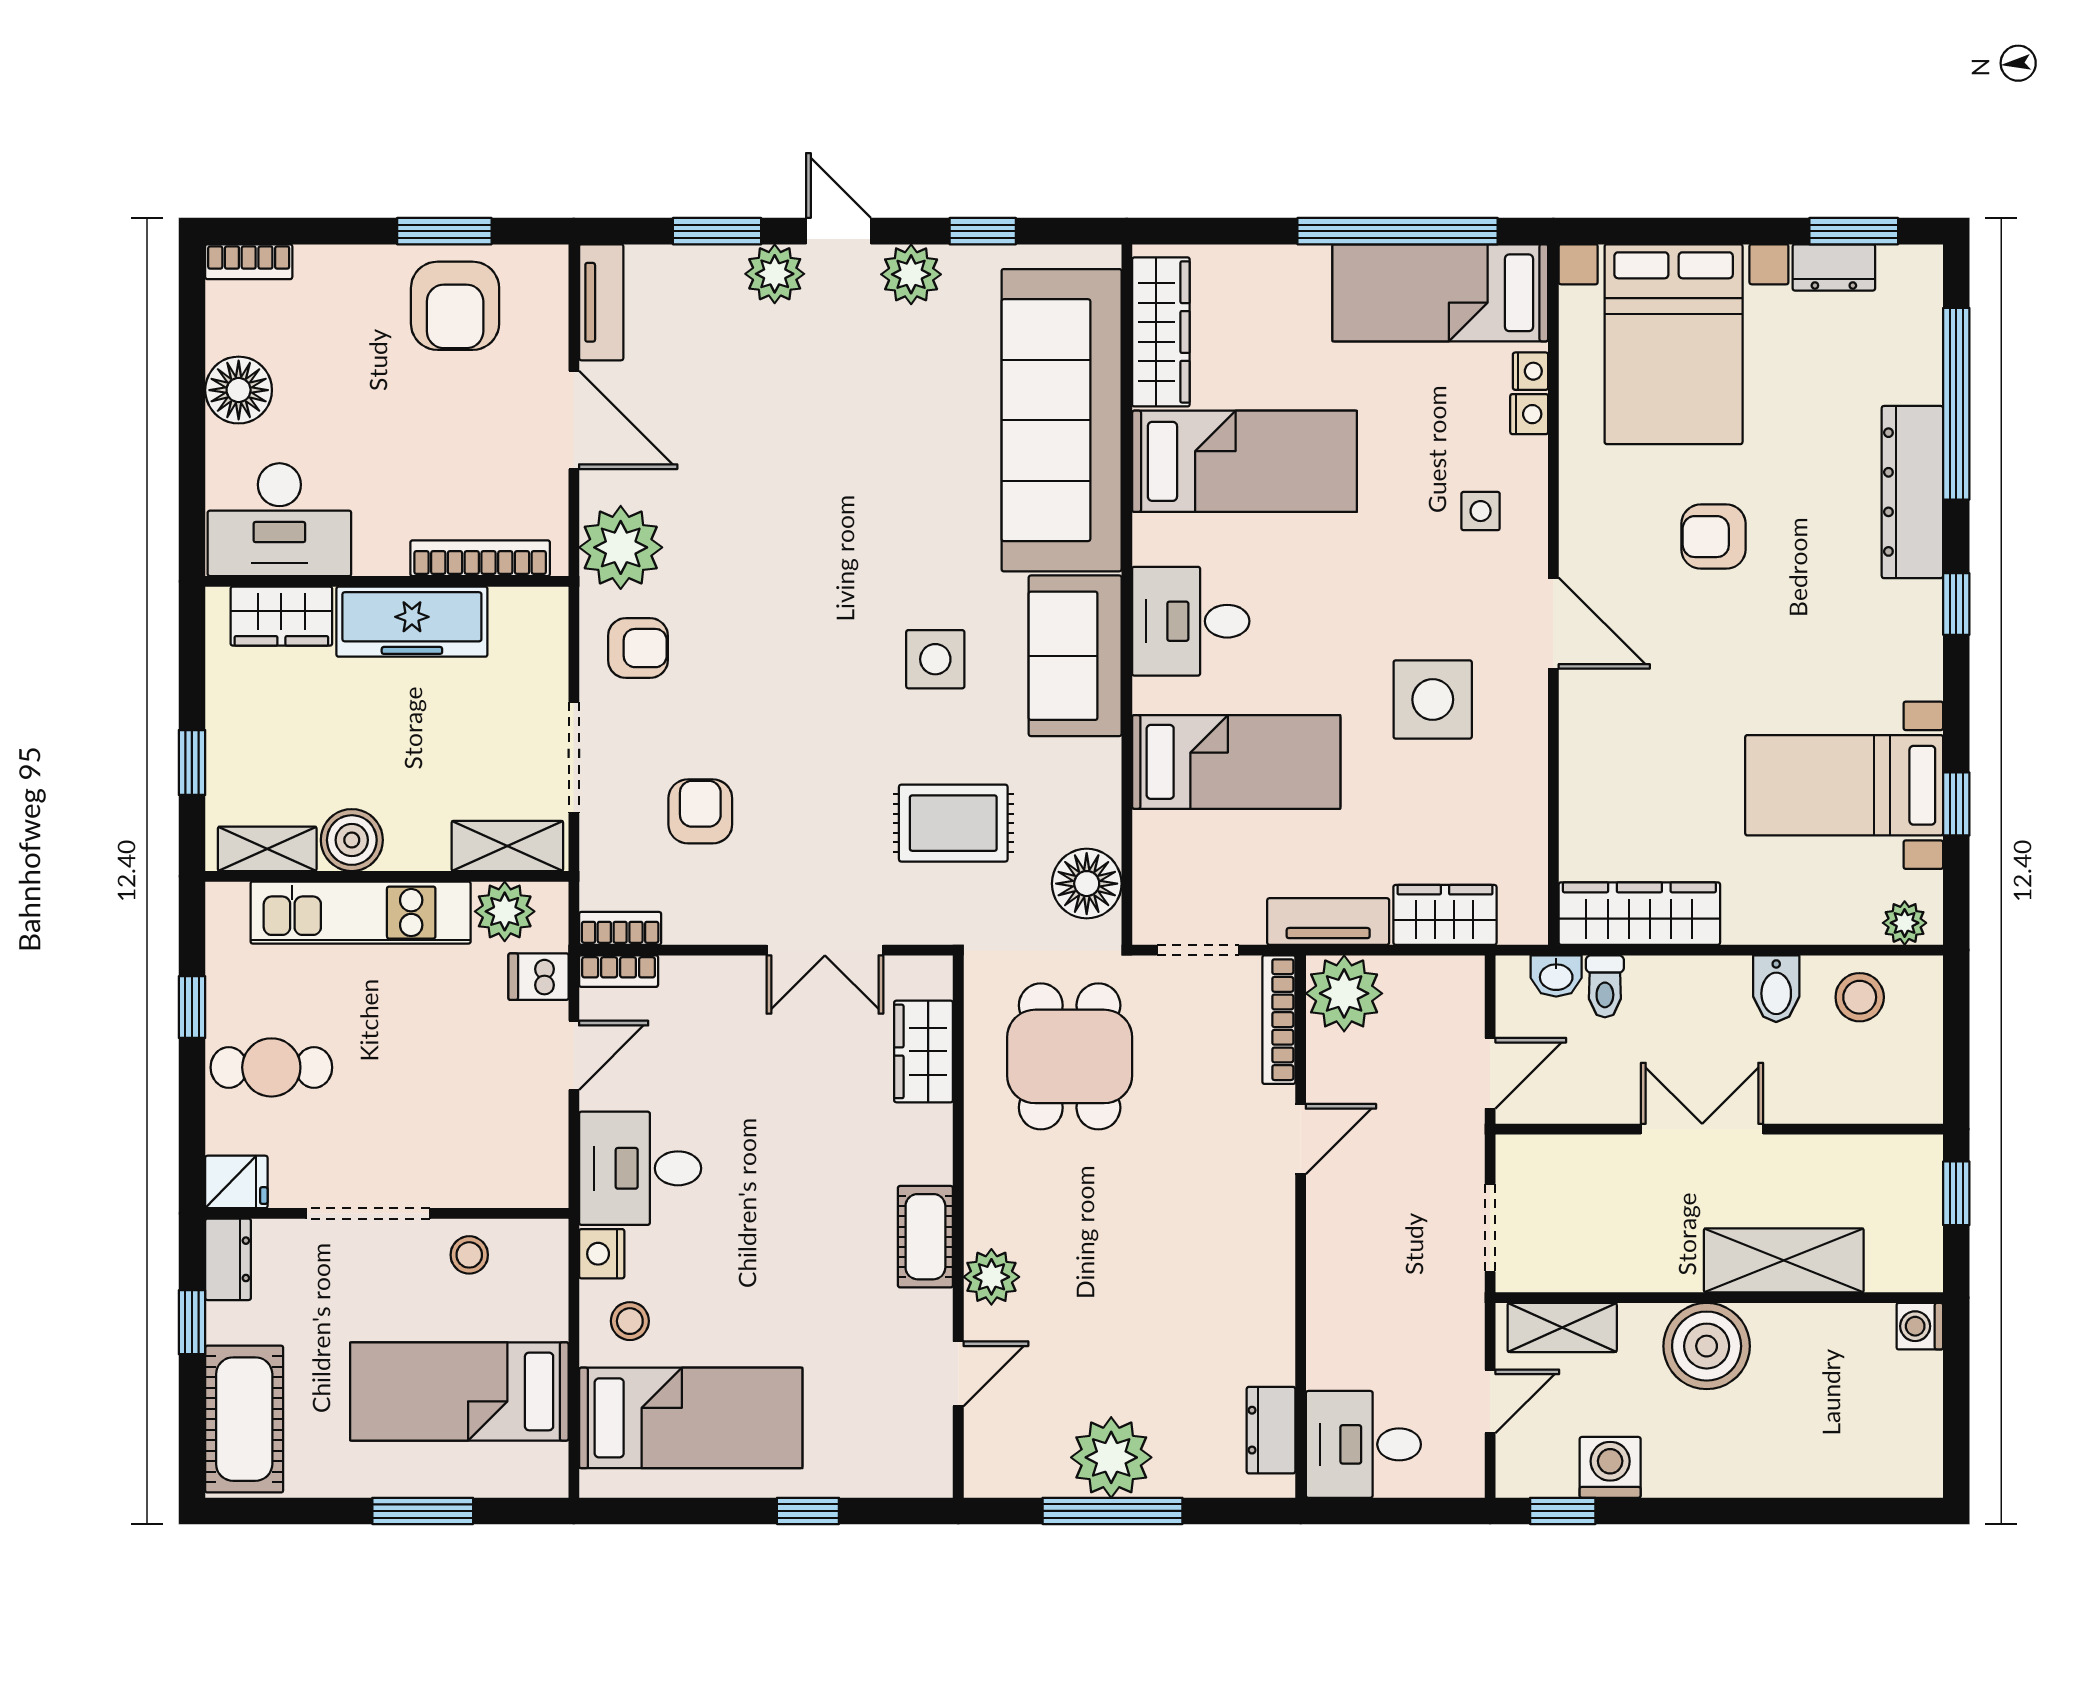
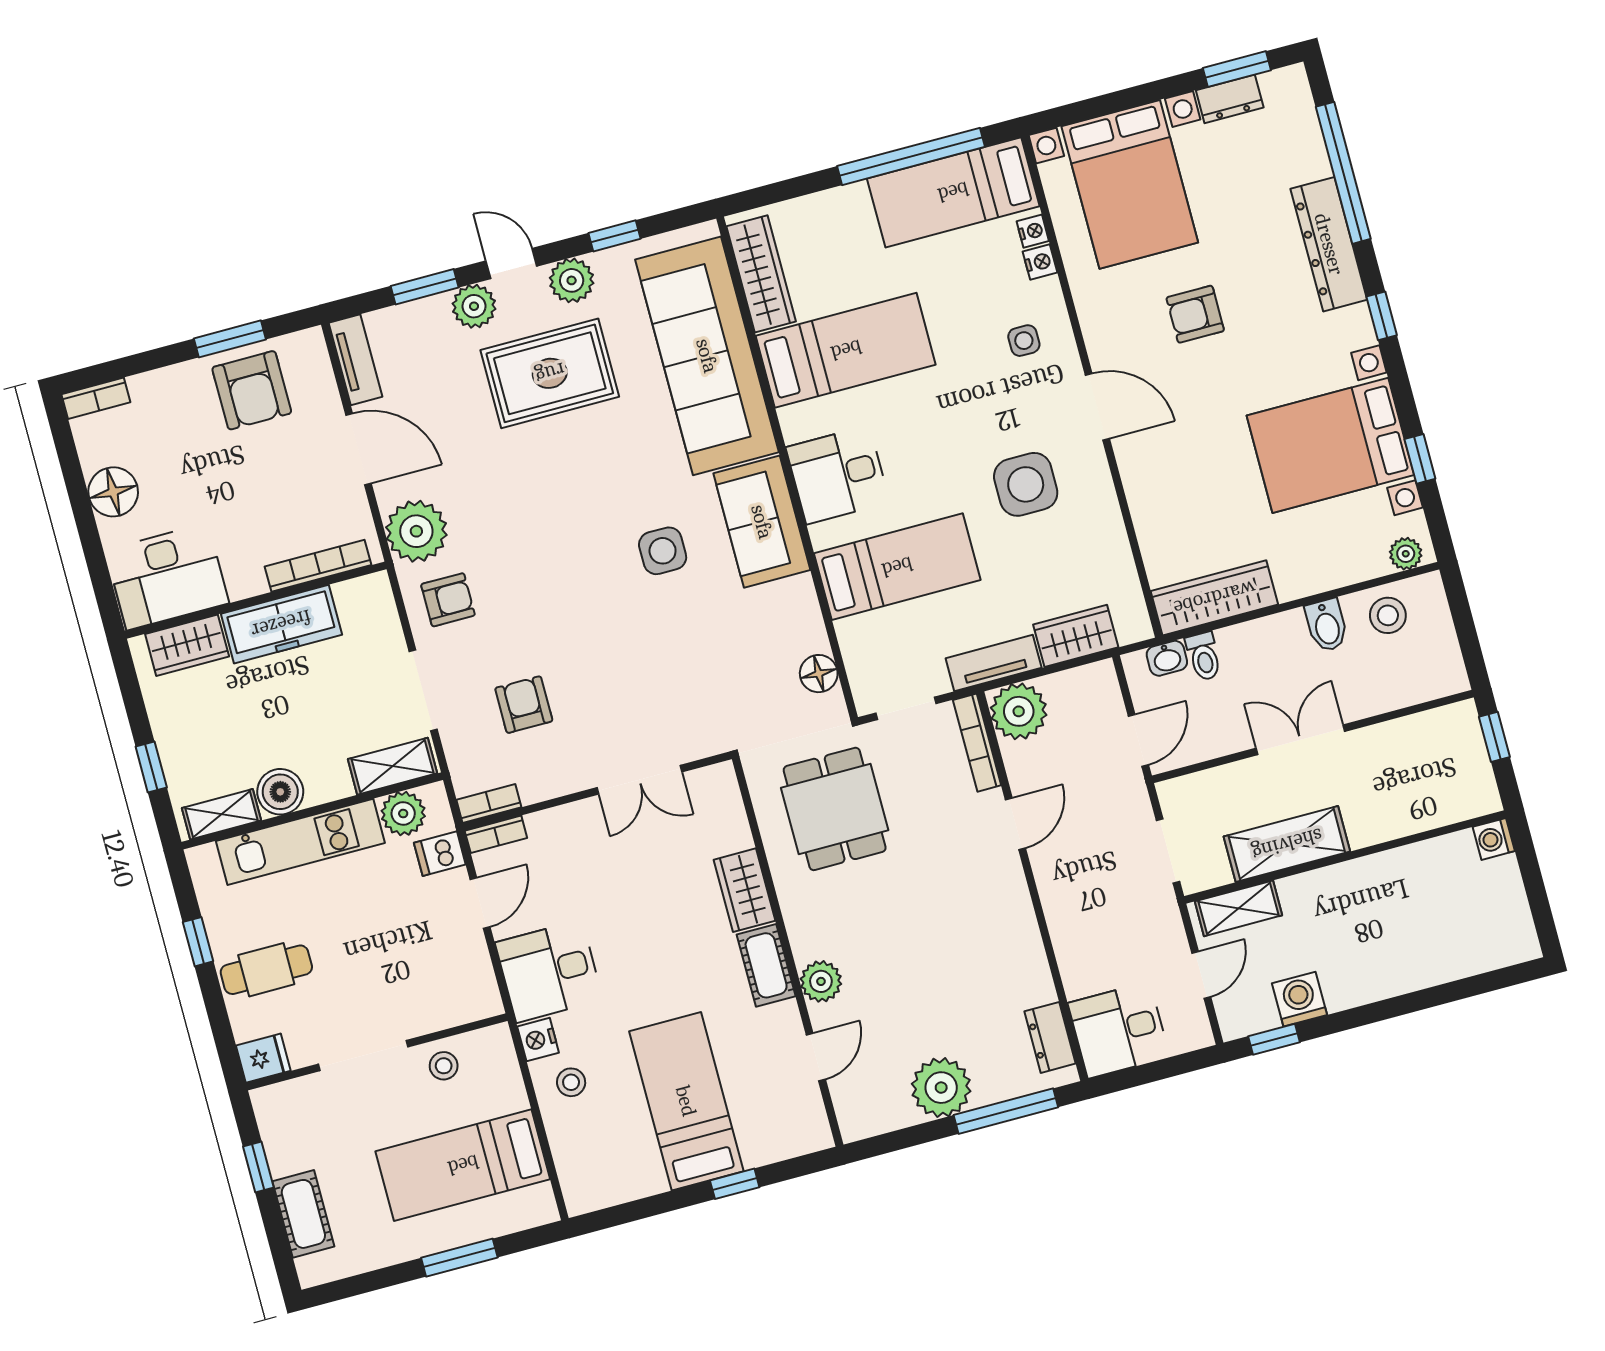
bed with nightstands: (1844, 785) -> (1330, 445), width x1.36
rug: (953, 823) -> (550, 373), moved, width x1.36, depth x1.43
floor lamp: (1087, 884) -> (819, 674), width x0.73, depth x0.73
wardrobe: (924, 1051) -> (744, 890), moved
dresser: (228, 1259) -> (272, 1115), removed
shelving: (1784, 1260) -> (1287, 844), moved
boiler: (1707, 1346) -> (1345, 894), removed
bed: (691, 1418) -> (686, 1101), moved, turned -90
cot: (244, 1419) -> (303, 1214), width x0.73, depth x0.75
window: (1112, 1511) -> (1006, 1111), moved

